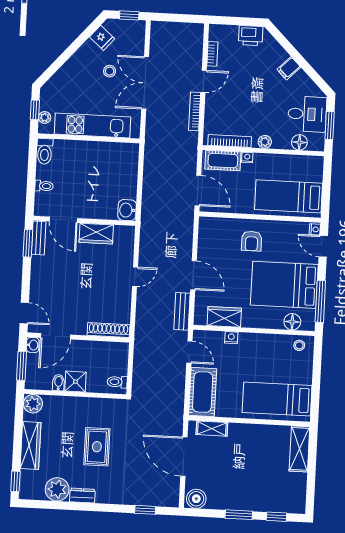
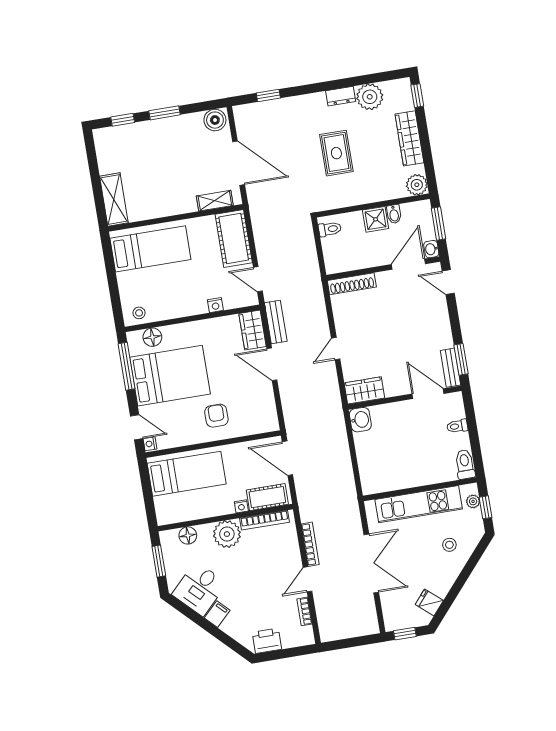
stool: (110, 71) -> (449, 545), moved
desk: (307, 114) -> (199, 589), moved, turned -45
plant: (265, 142) -> (227, 534), width x1.88, depth x1.88
wardrobe: (96, 234) -> (364, 390), moved
wardrobe: (224, 317) -> (253, 330), moved, turned 90

